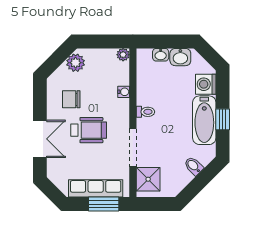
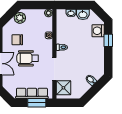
window: (223, 119) -> (108, 40), moved
bathtub: (204, 120) -> (97, 52), removed
wheelchair: (89, 130) -> (28, 58), turned 180

